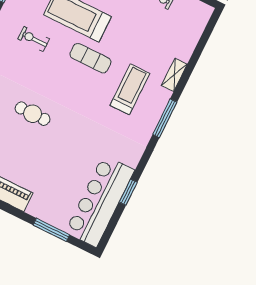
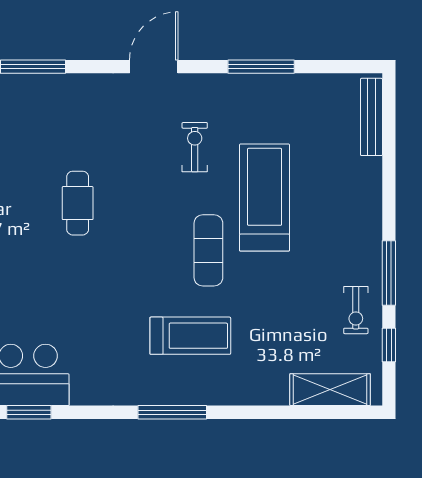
shelving: (174, 75) -> (330, 390), moved, width x1.50, depth x1.33

